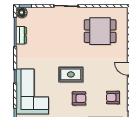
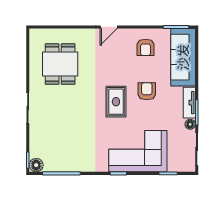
dresser: (21, 35) -> (65, 166), removed

